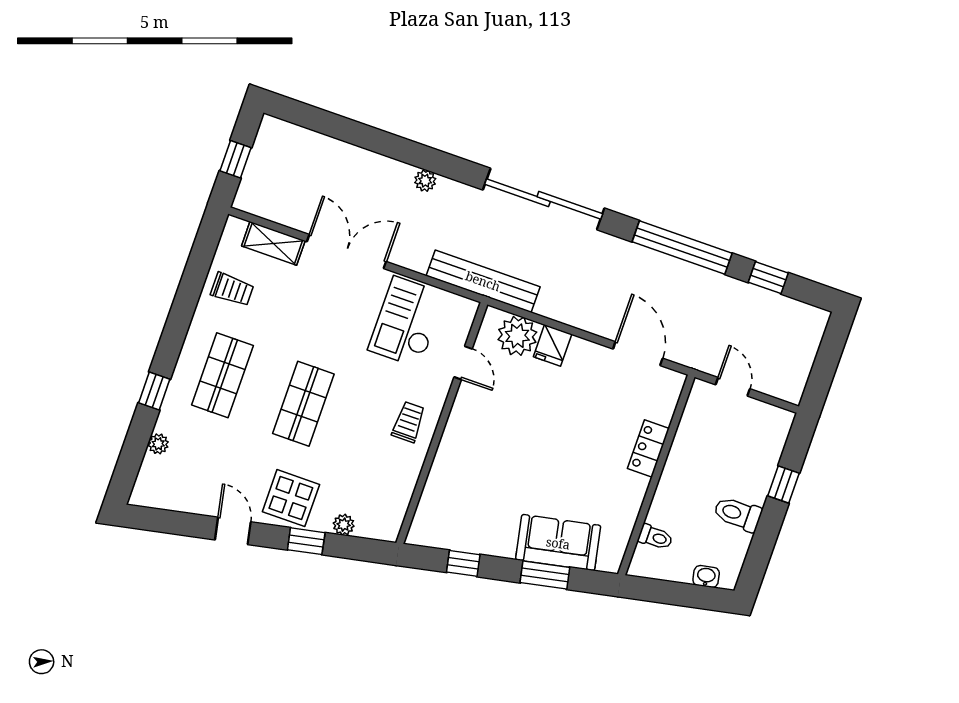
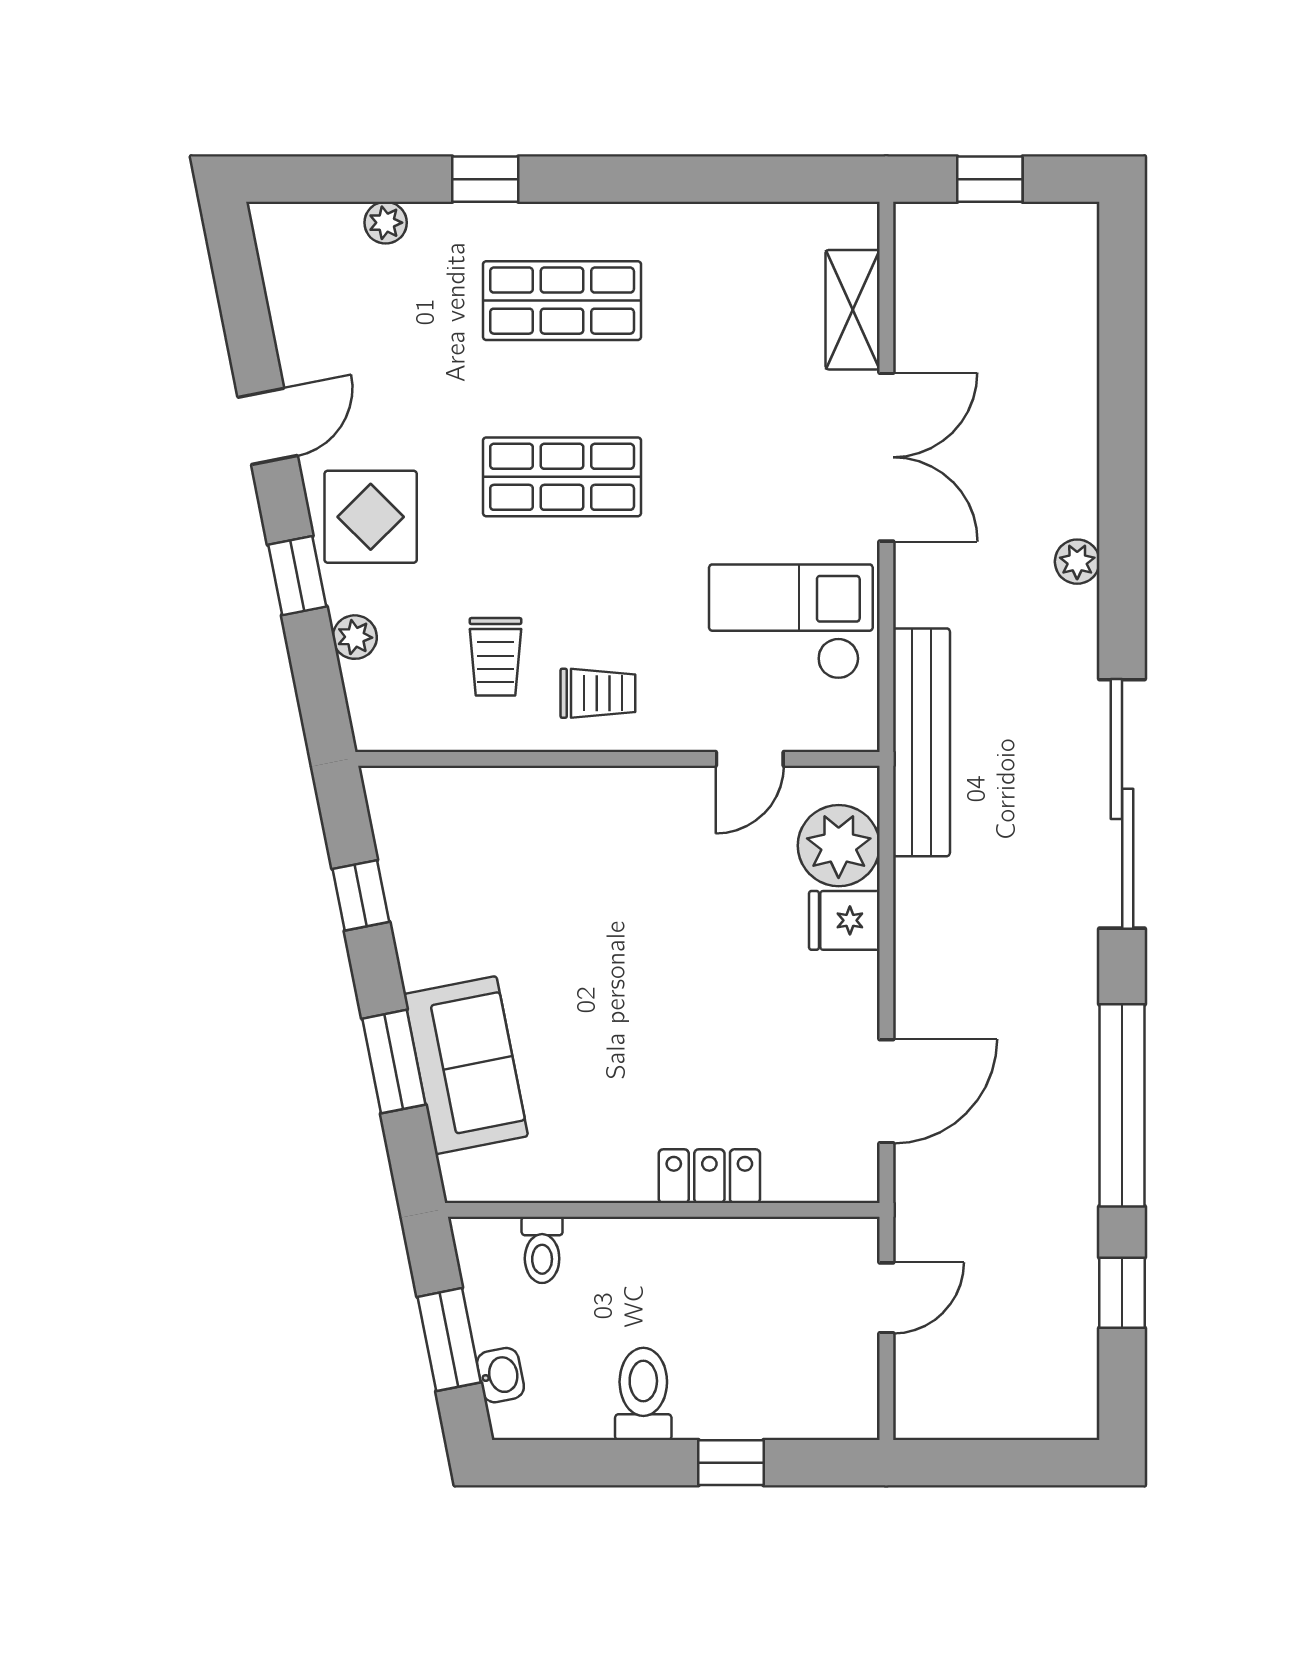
trolley: (232, 289) -> (496, 657), moved
window: (682, 594) -> (449, 1340), added

